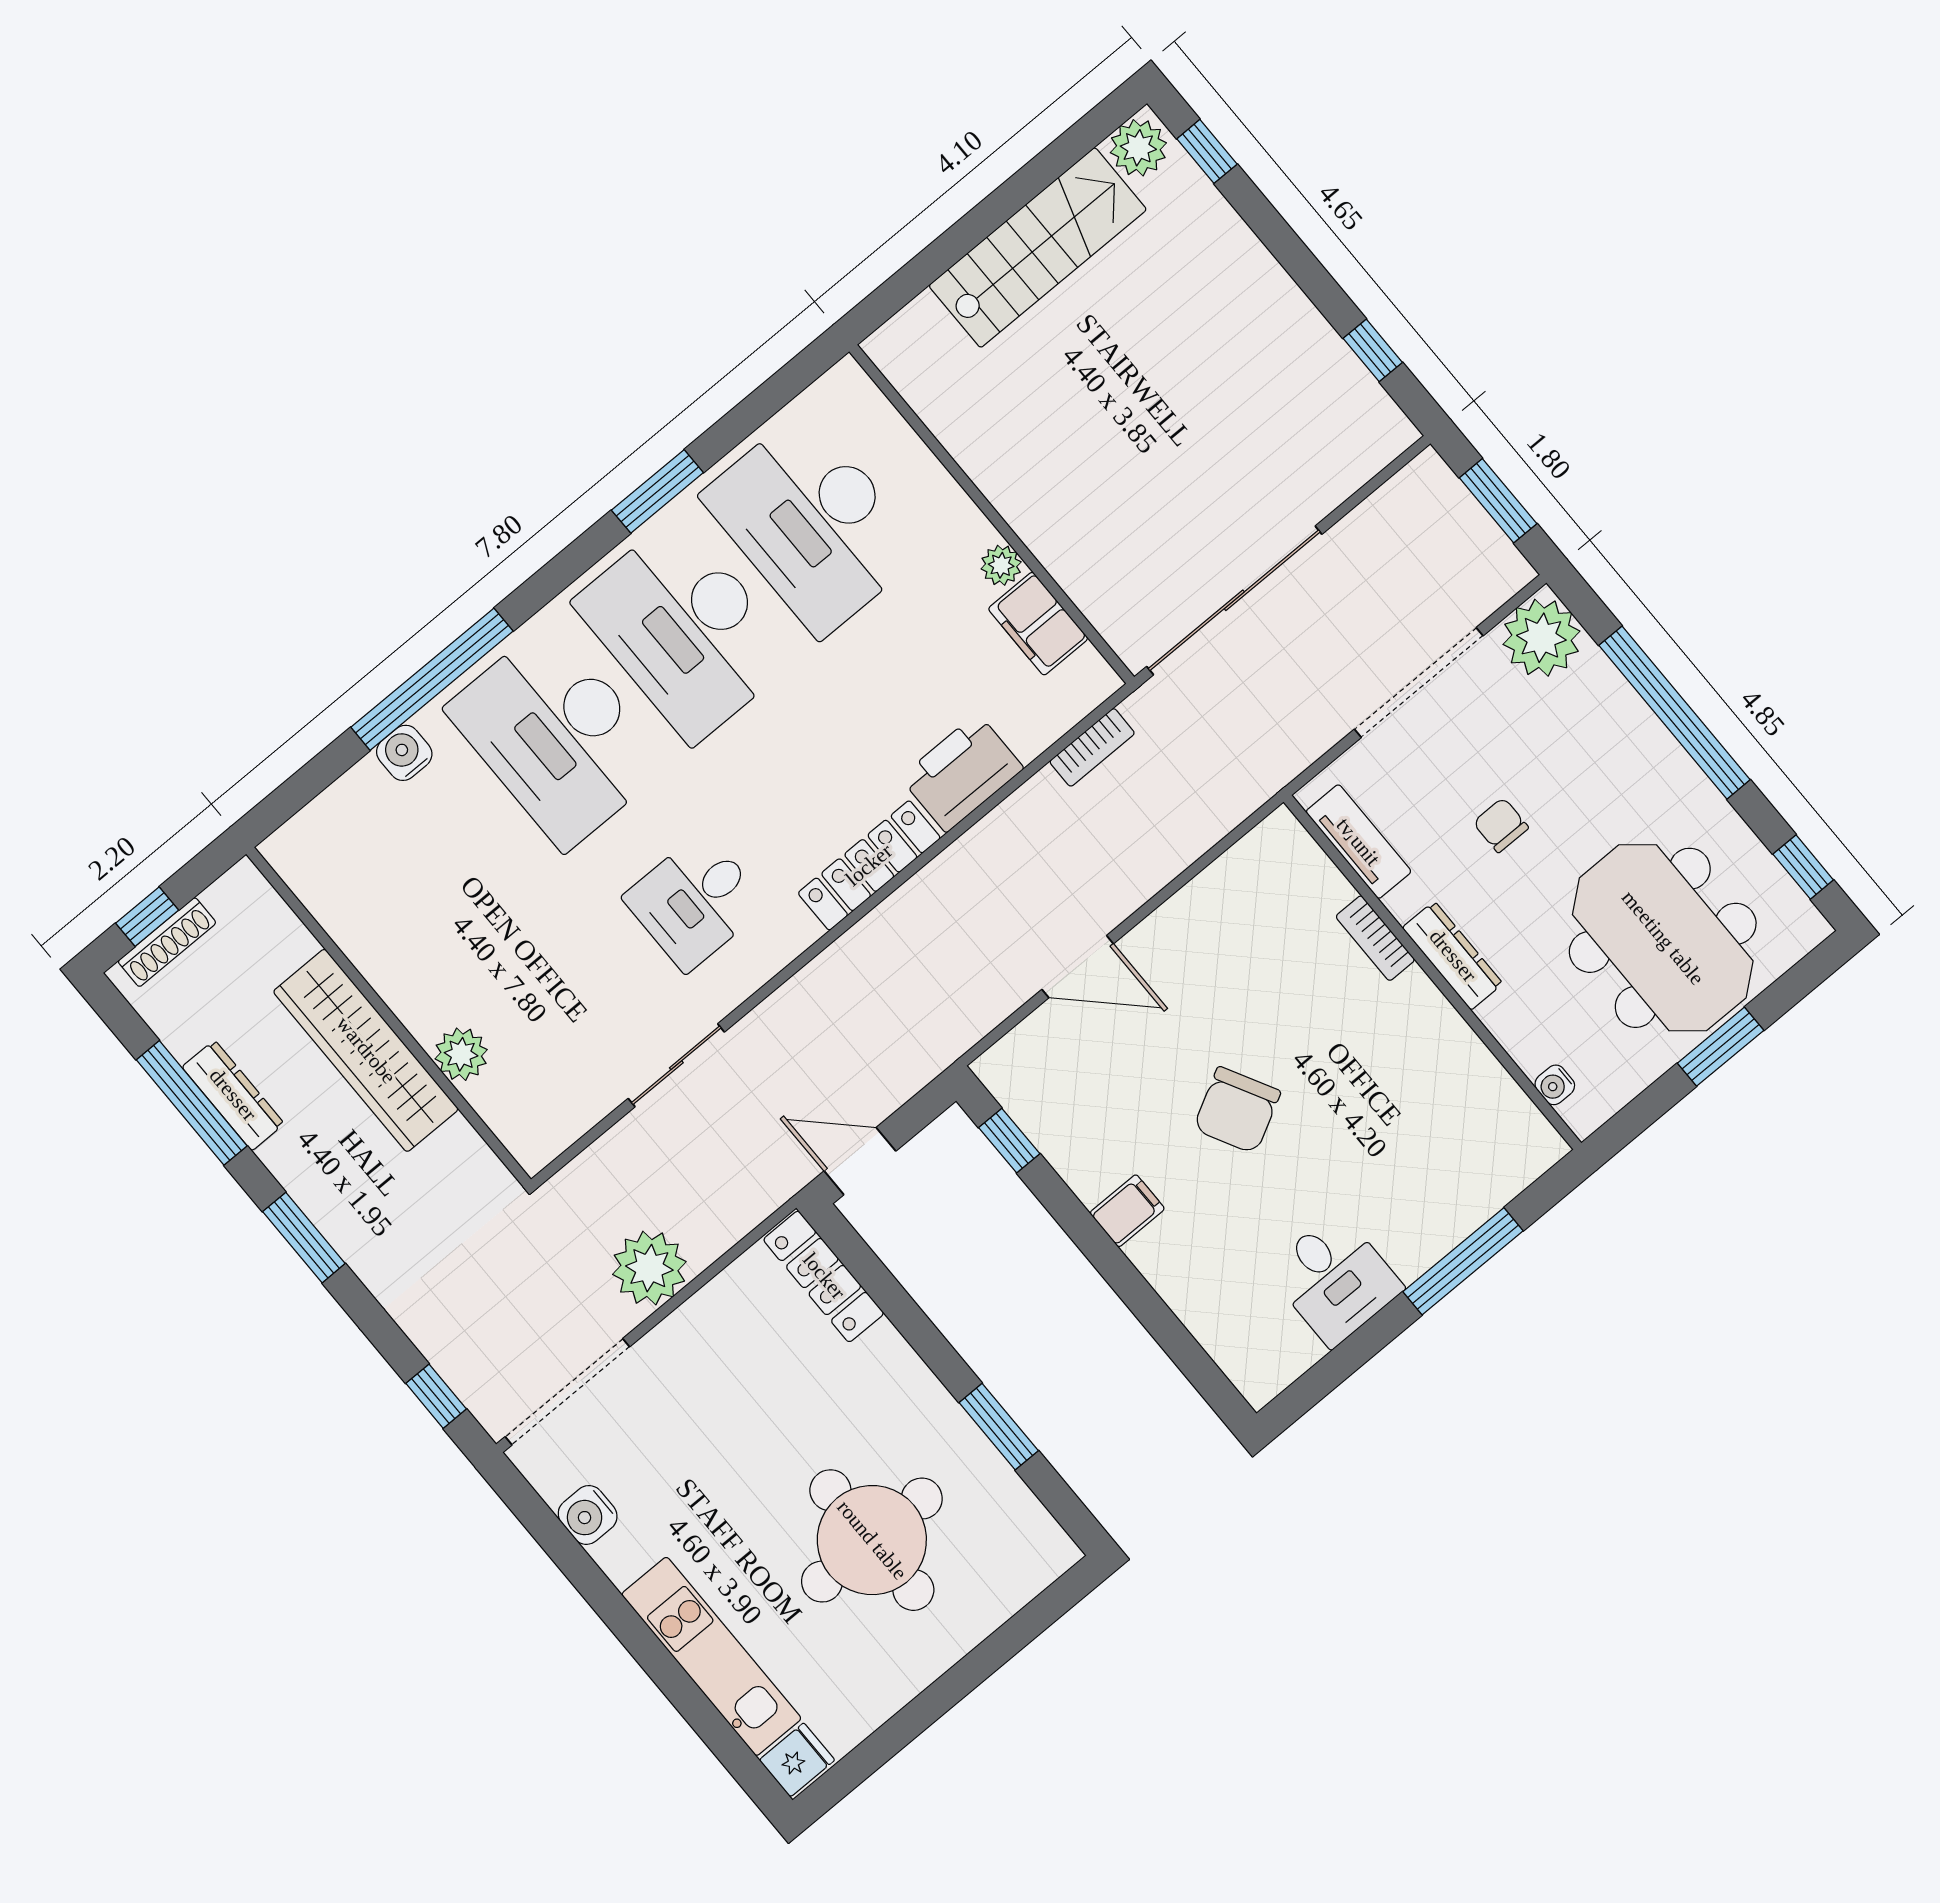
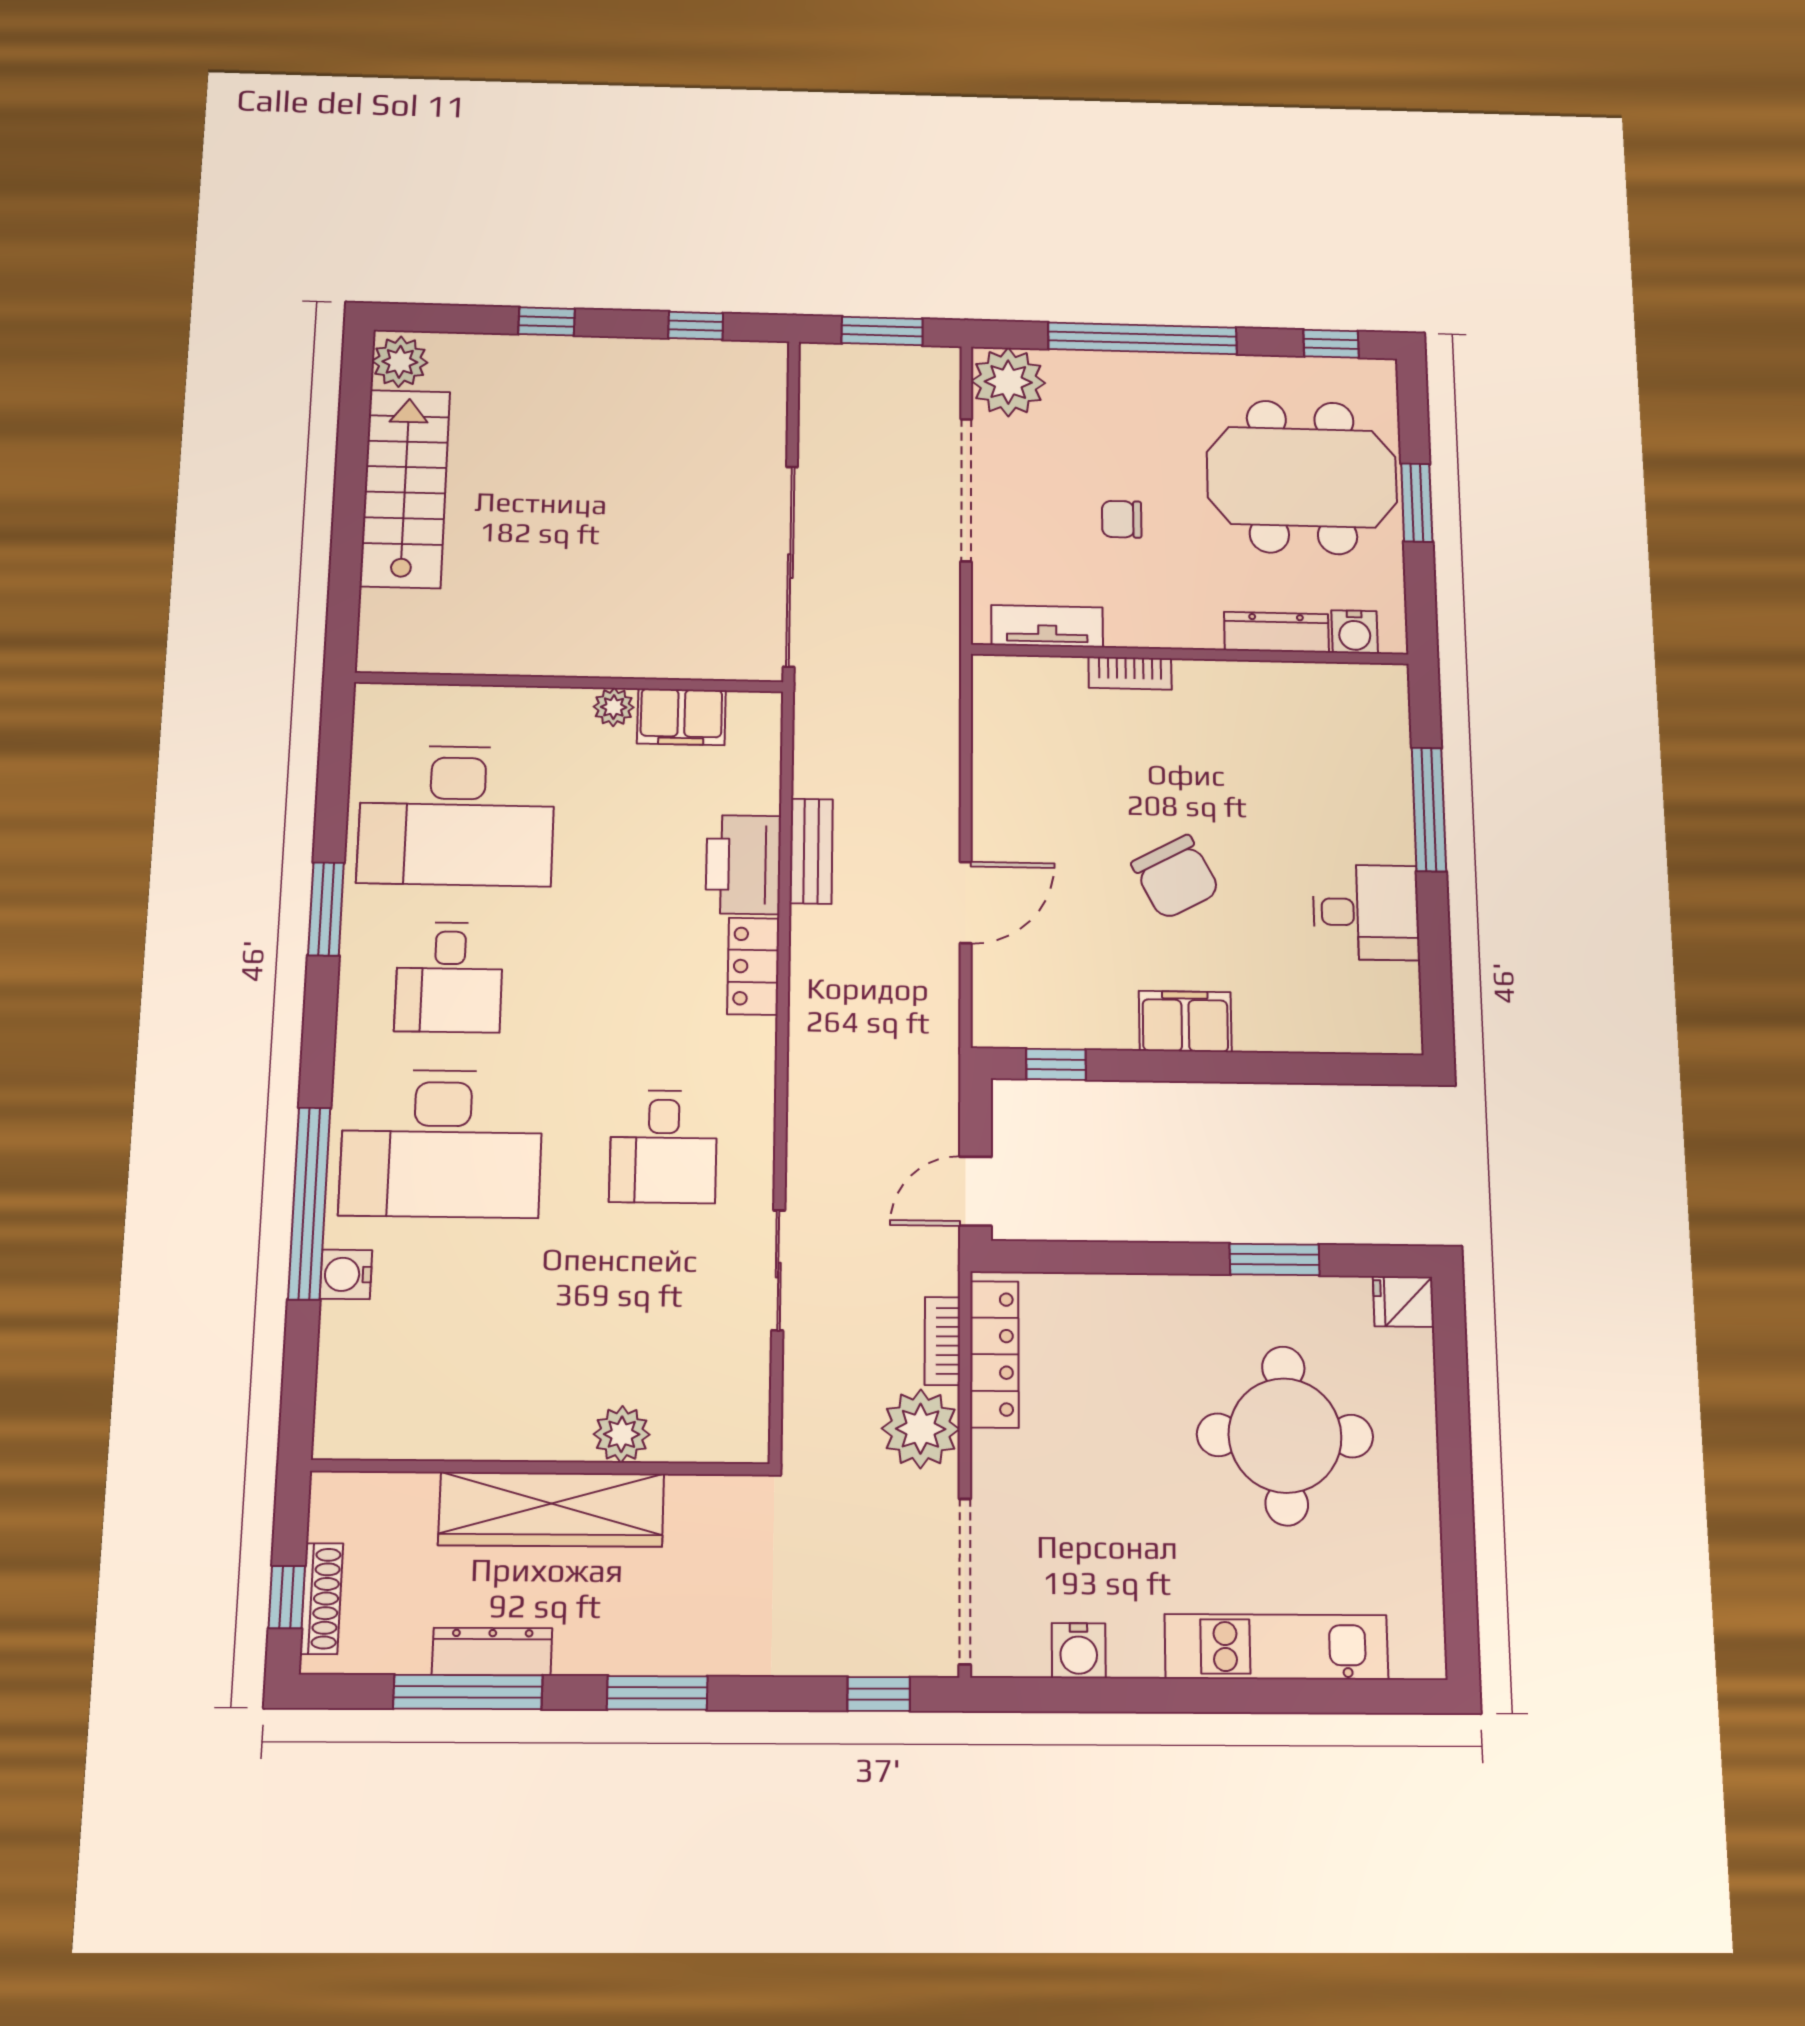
window: (1207, 151) -> (547, 321), moved
desk: (685, 630) -> (449, 977), width x0.53, depth x0.77
bookcase: (1092, 747) -> (942, 1341), moved, turned 180
bench: (1017, 815) -> (811, 851), added
locker: (869, 865) -> (753, 966), width x0.66
dresser: (1453, 956) -> (1276, 632), moved
water cooler: (1555, 1085) -> (1355, 632), width x1.38, depth x1.38
filing cabinet: (1127, 1211) -> (1185, 1021), width x2.00
locker: (824, 1276) -> (994, 1354), moved, turned -90
fridge: (797, 1760) -> (1403, 1302), moved, turned -90

